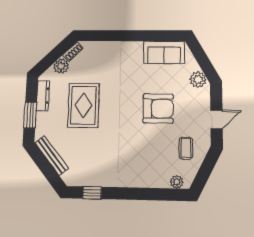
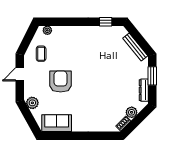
rug: (84, 105) -> (114, 83), removed
armchair: (158, 109) -> (61, 82), turned 90

